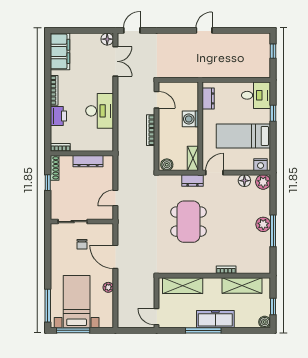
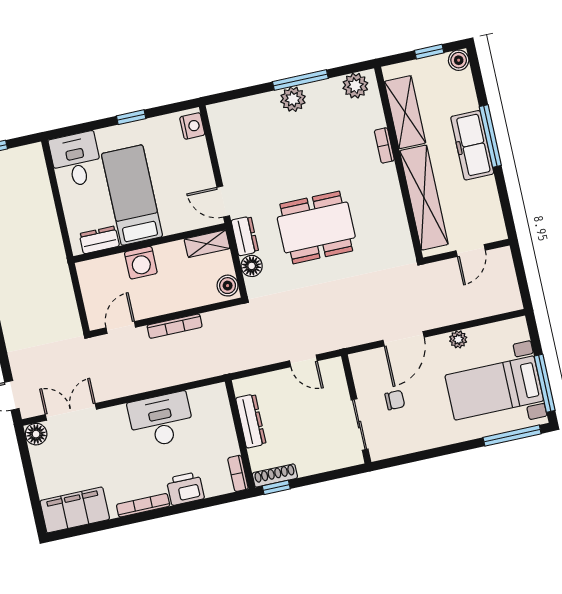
window: (273, 113) -> (131, 117), moved
bed: (243, 136) -> (132, 195), moved, turned 180
floor lamp: (244, 181) -> (252, 266), moved
plant: (263, 182) -> (355, 86), moved
window: (48, 183) -> (276, 487), moved
shelving: (183, 286) -> (424, 198), width x1.47
door: (157, 317) -> (471, 250), moved
window: (203, 330) -> (490, 136), moved

